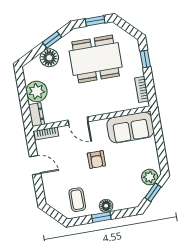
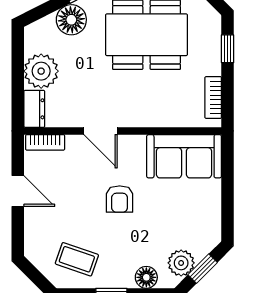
plant: (150, 177) -> (181, 263), moved
coffee table: (77, 200) -> (77, 259), turned -71
floor lamp: (106, 206) -> (146, 277), moved

